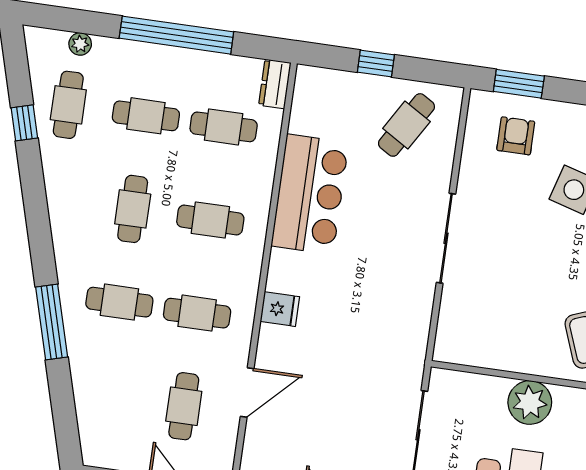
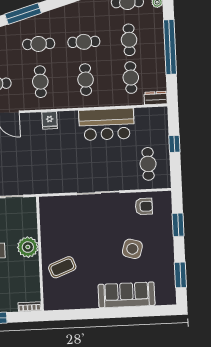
window: (519, 84) -> (178, 225), moved
cafe table: (406, 125) -> (148, 164), turned 59
armchair: (516, 136) -> (144, 206), moved
cafe table: (119, 302) -> (39, 44), turned 90

